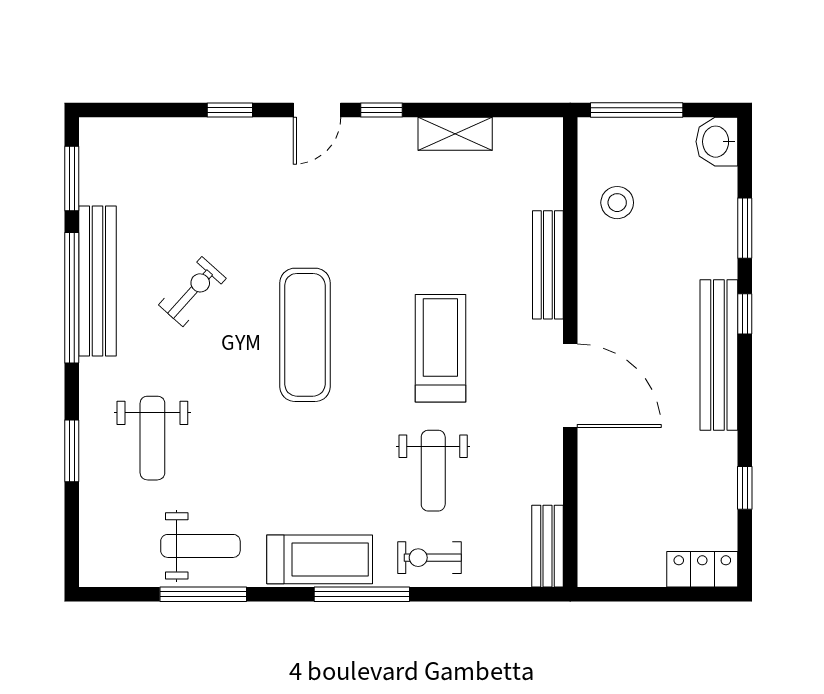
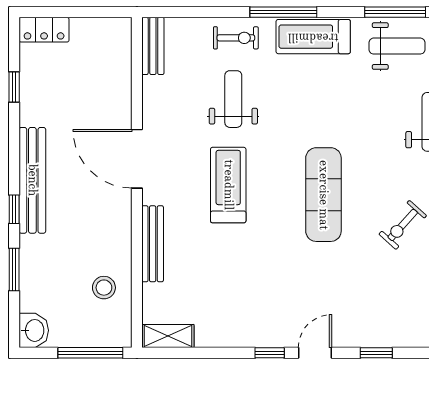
shelving: (455, 134) -> (168, 336), moved
treadmill: (440, 348) -> (228, 185), turned 180
weight bench: (200, 546) -> (397, 46), turned 180

